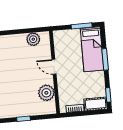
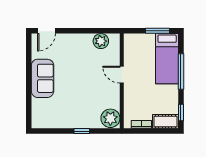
window: (105, 59) -> (181, 71), width x1.44
plant: (46, 93) -> (110, 118), moved

